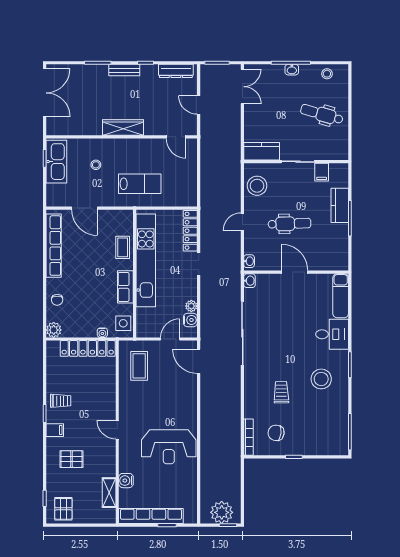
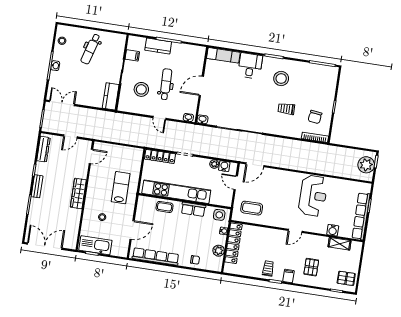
stool: (257, 186) -> (141, 89), moved
plant: (54, 330) -> (219, 251), moved

